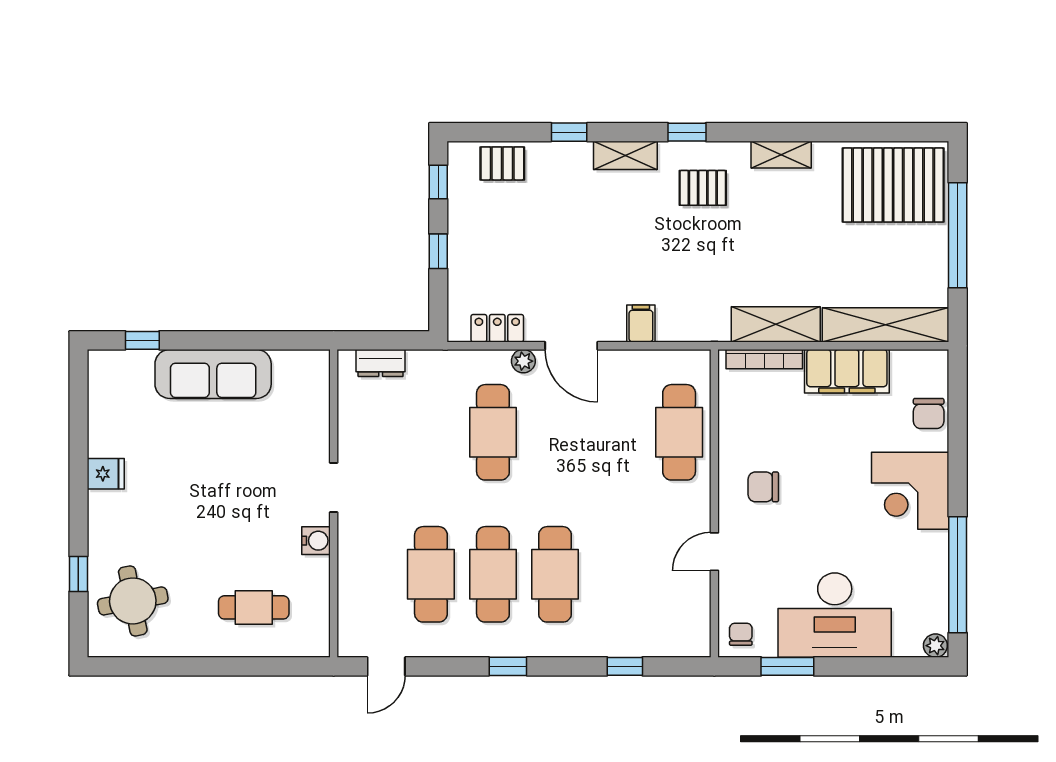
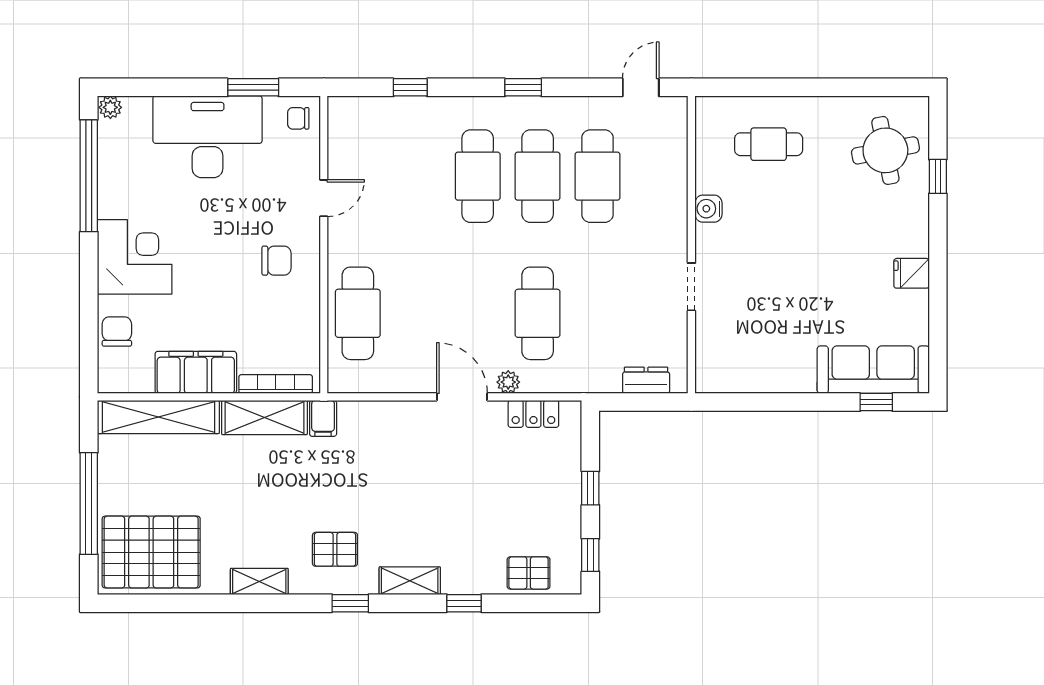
filing cabinet: (641, 323) -> (323, 418), moved
sofa: (213, 374) -> (873, 370), moved
doorway: (334, 488) -> (691, 287), moved
chair: (741, 634) -> (298, 118), turned 90

